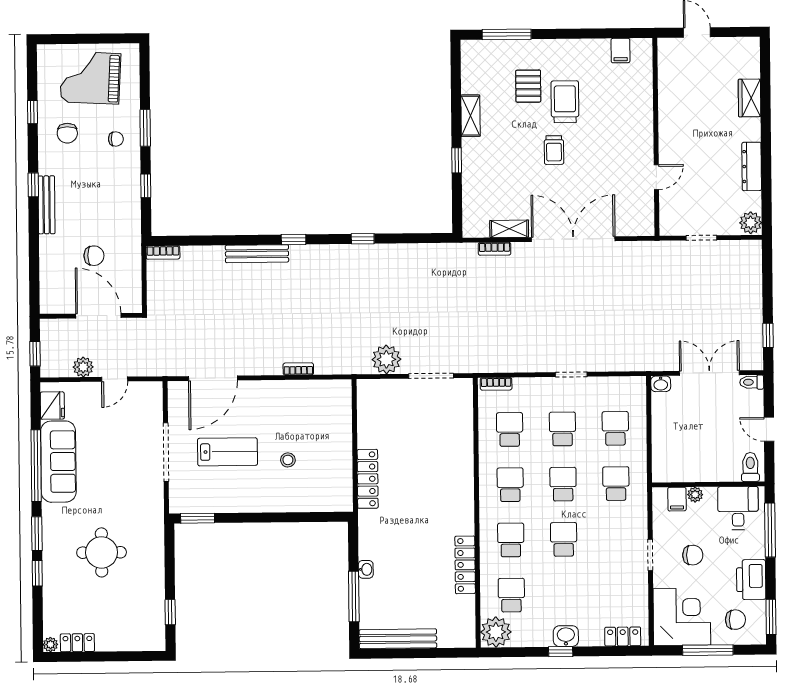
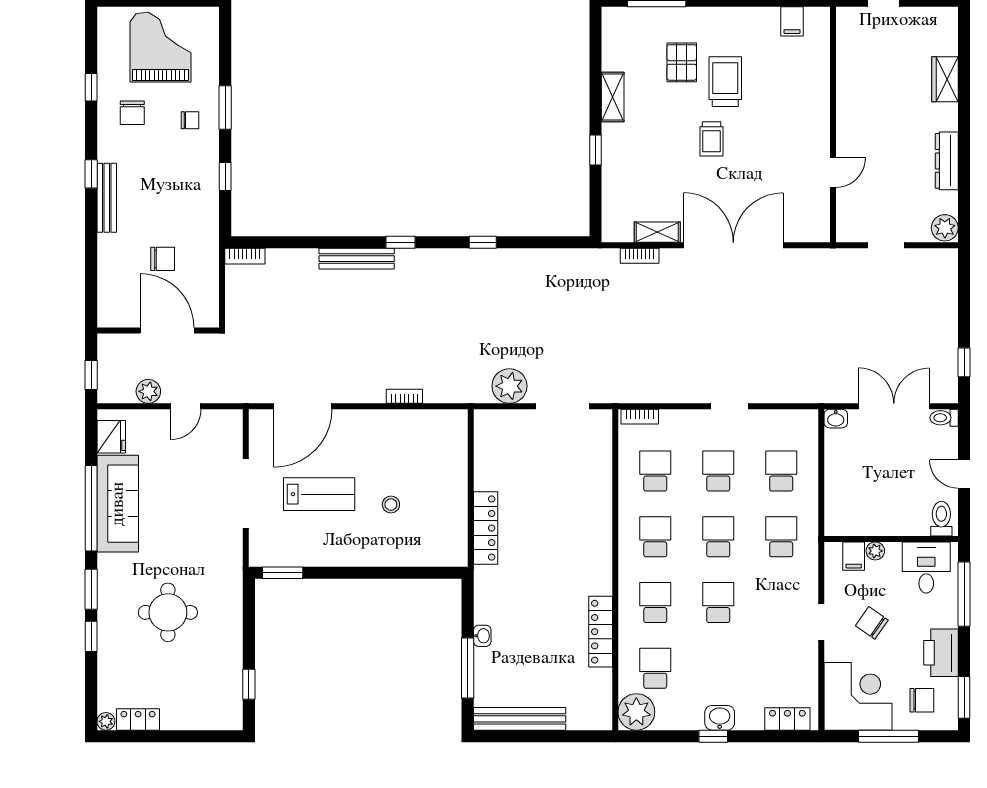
grand piano: (90, 78) -> (161, 47), turned 87
chair: (693, 555) -> (872, 623), turned -145

